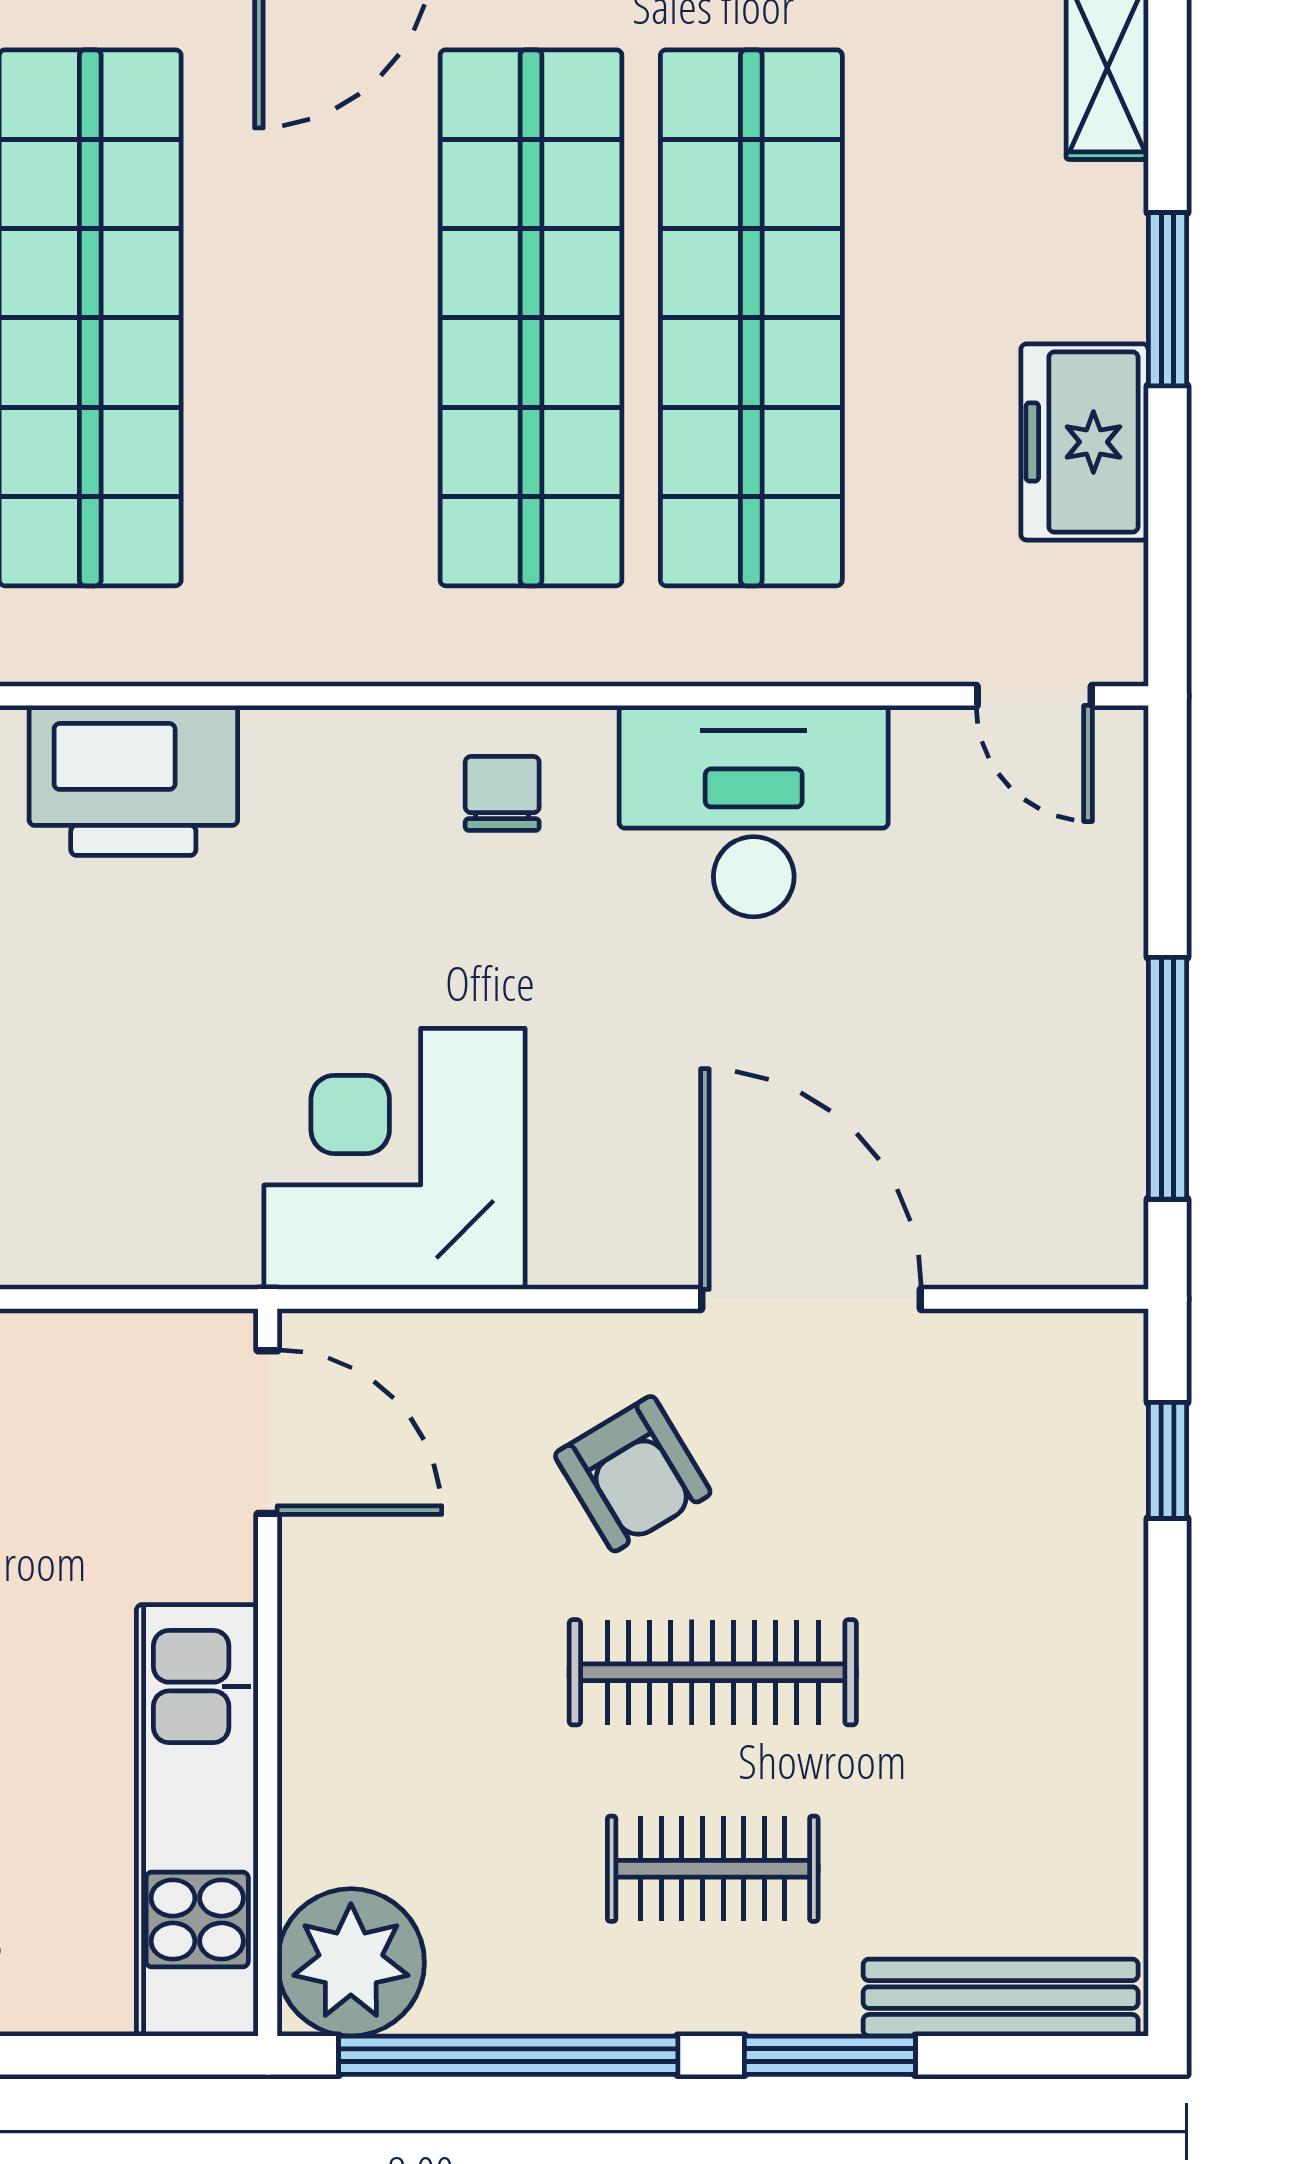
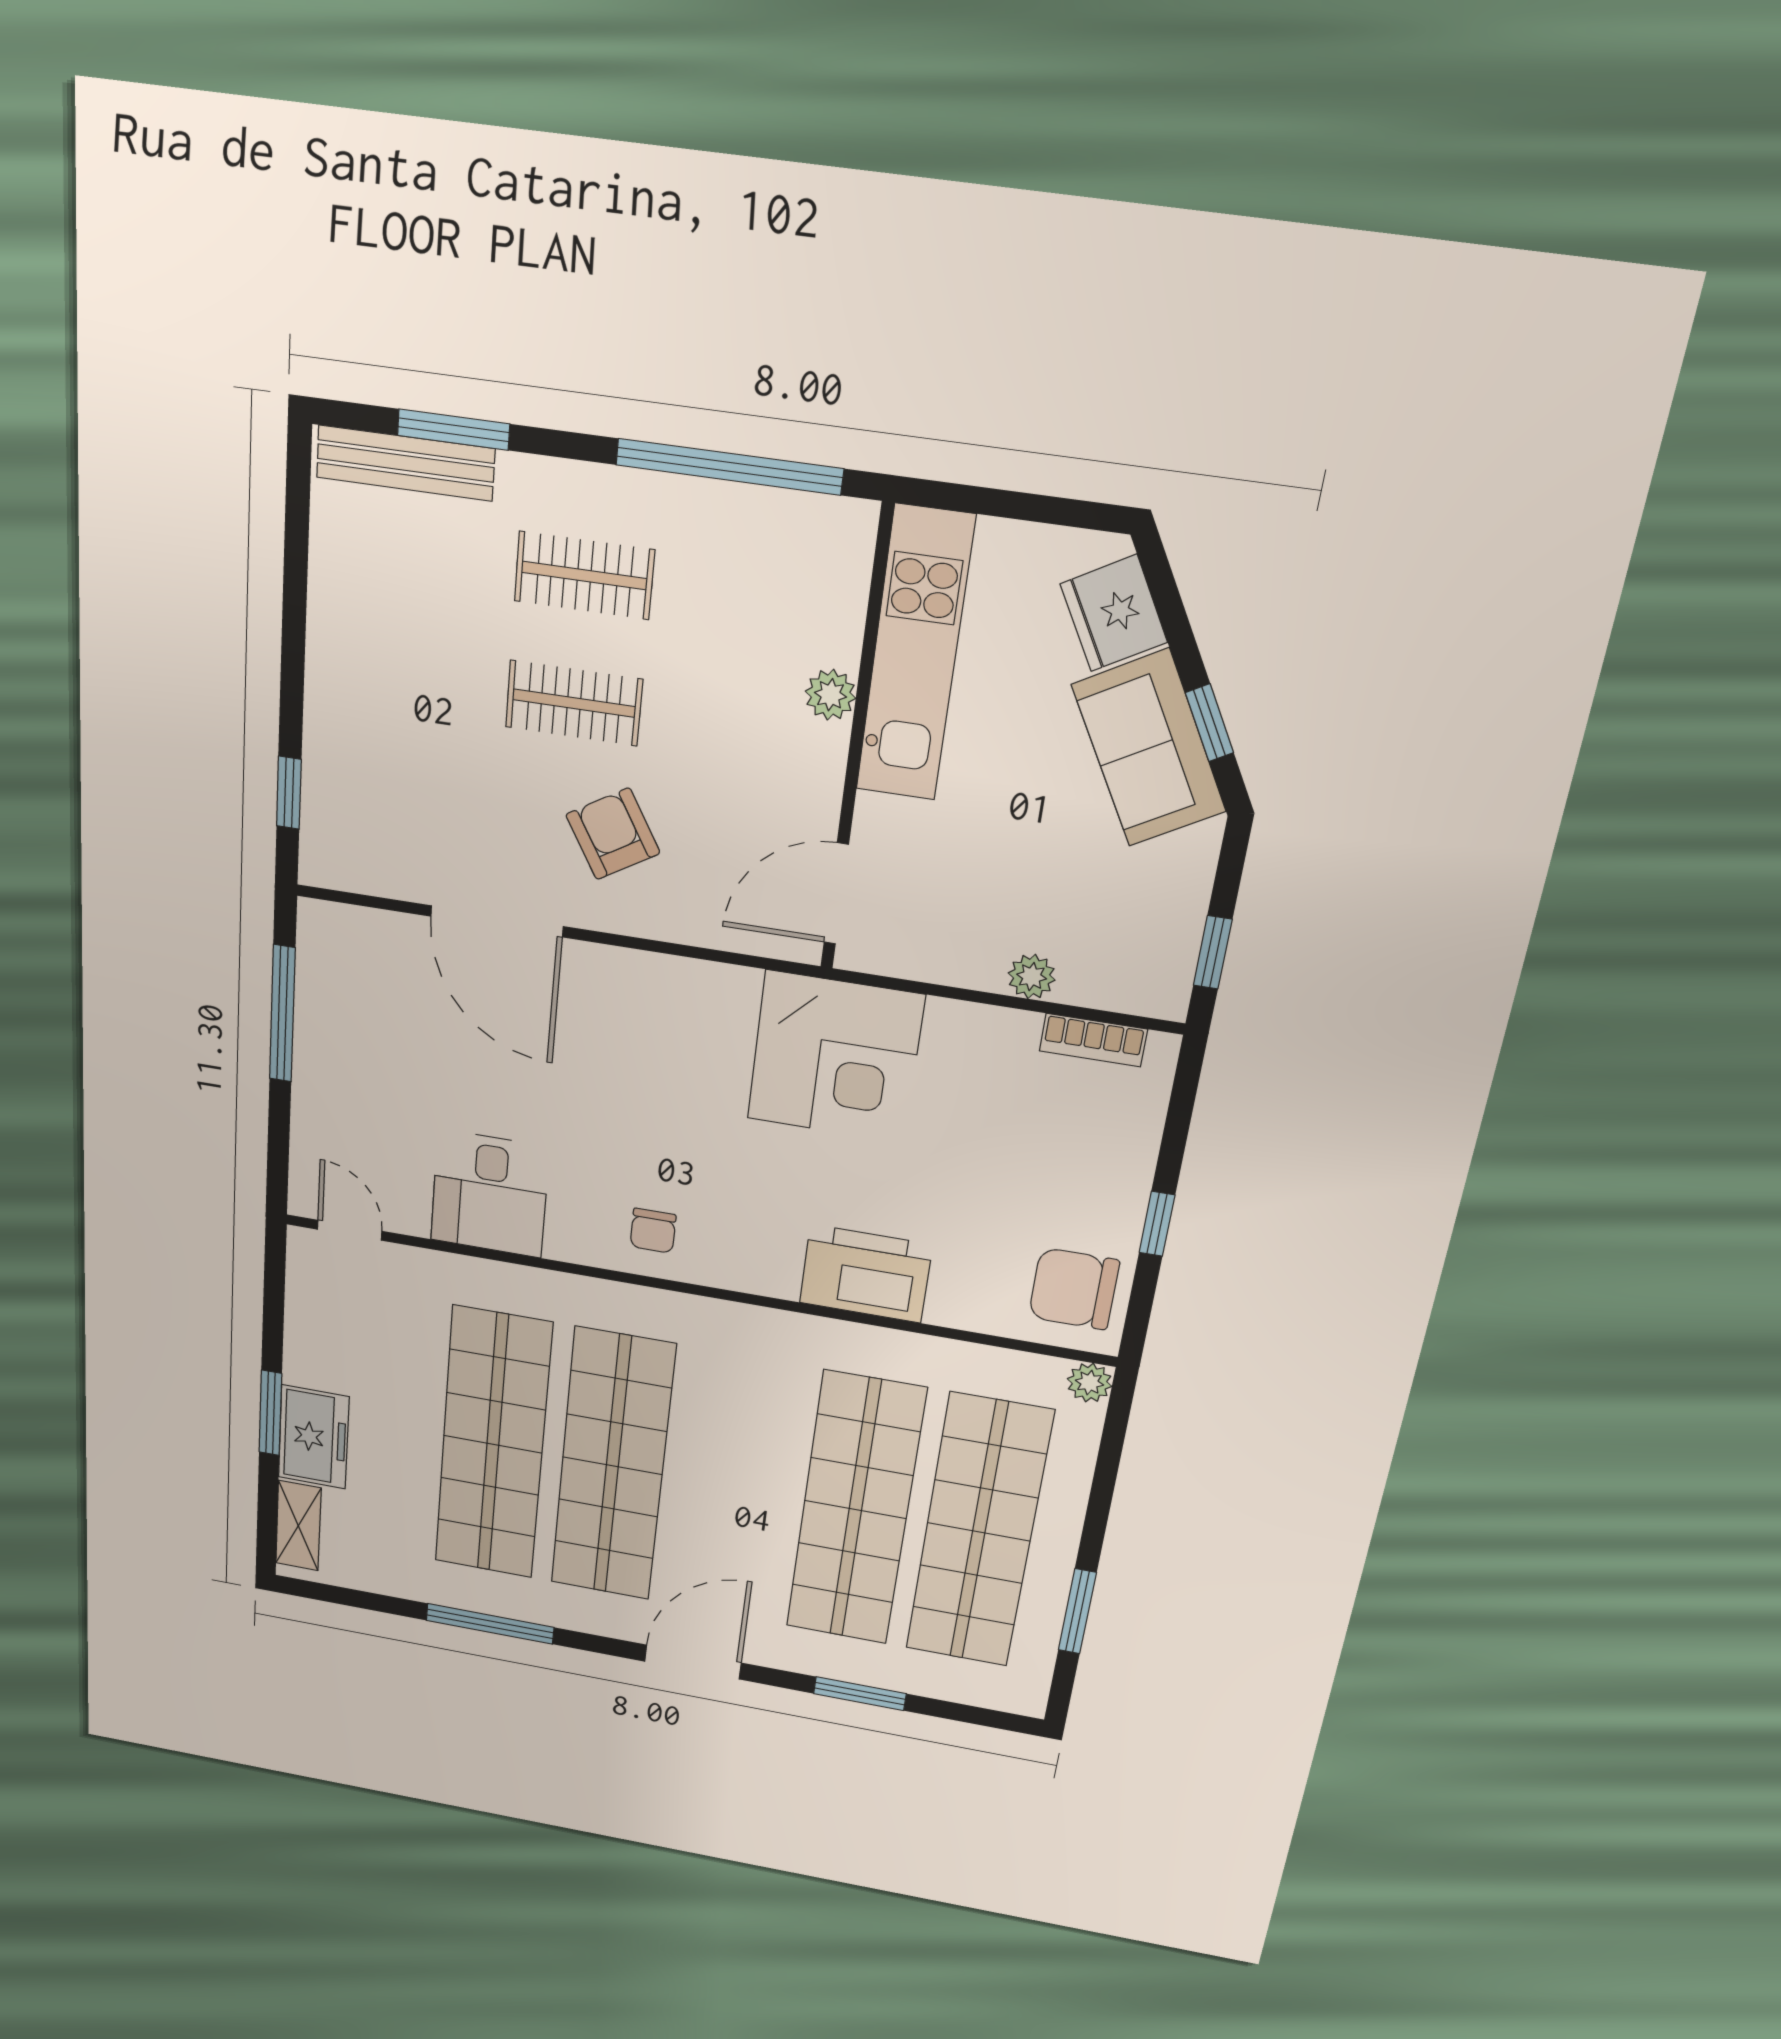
freezer: (1085, 442) -> (314, 1437), moved
desk: (754, 811) -> (490, 1194), width x0.73
corner desk: (395, 1159) -> (835, 1057), moved
door: (268, 1432) -> (836, 894), hinge flipped
clothes rail: (713, 1672) -> (574, 703), width x0.73
plant: (351, 1962) -> (830, 695), moved, width x0.53, depth x0.53
window: (830, 2055) -> (454, 430), moved

